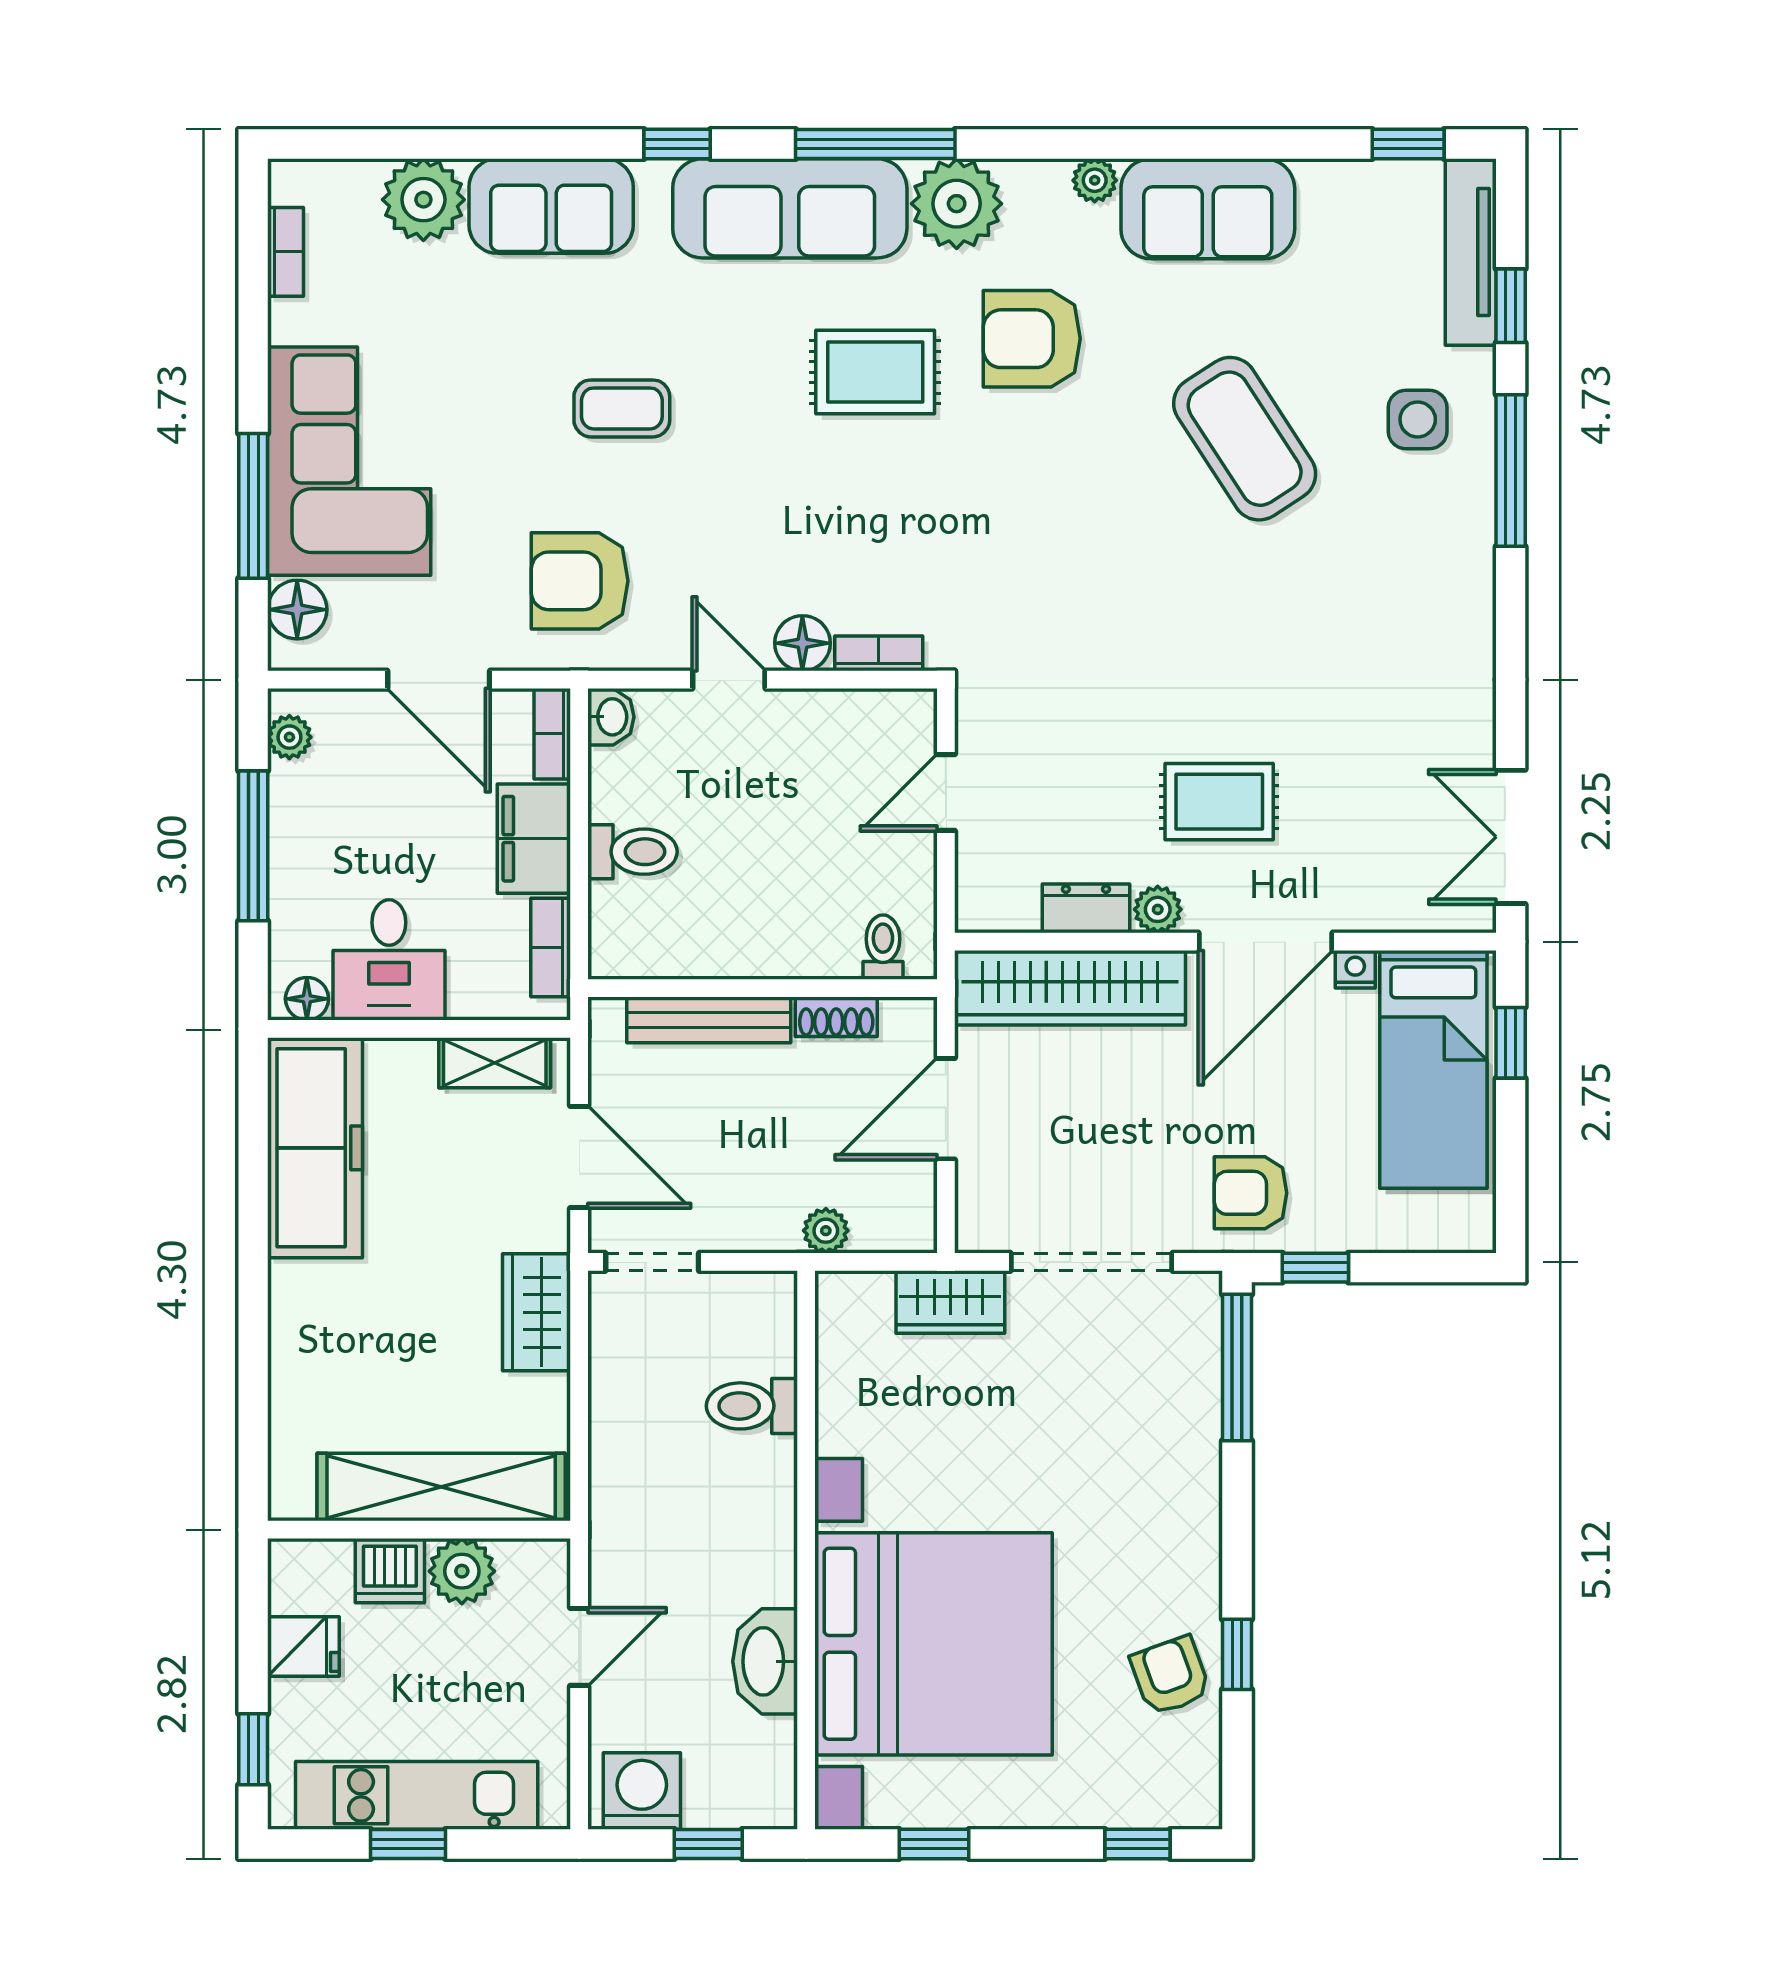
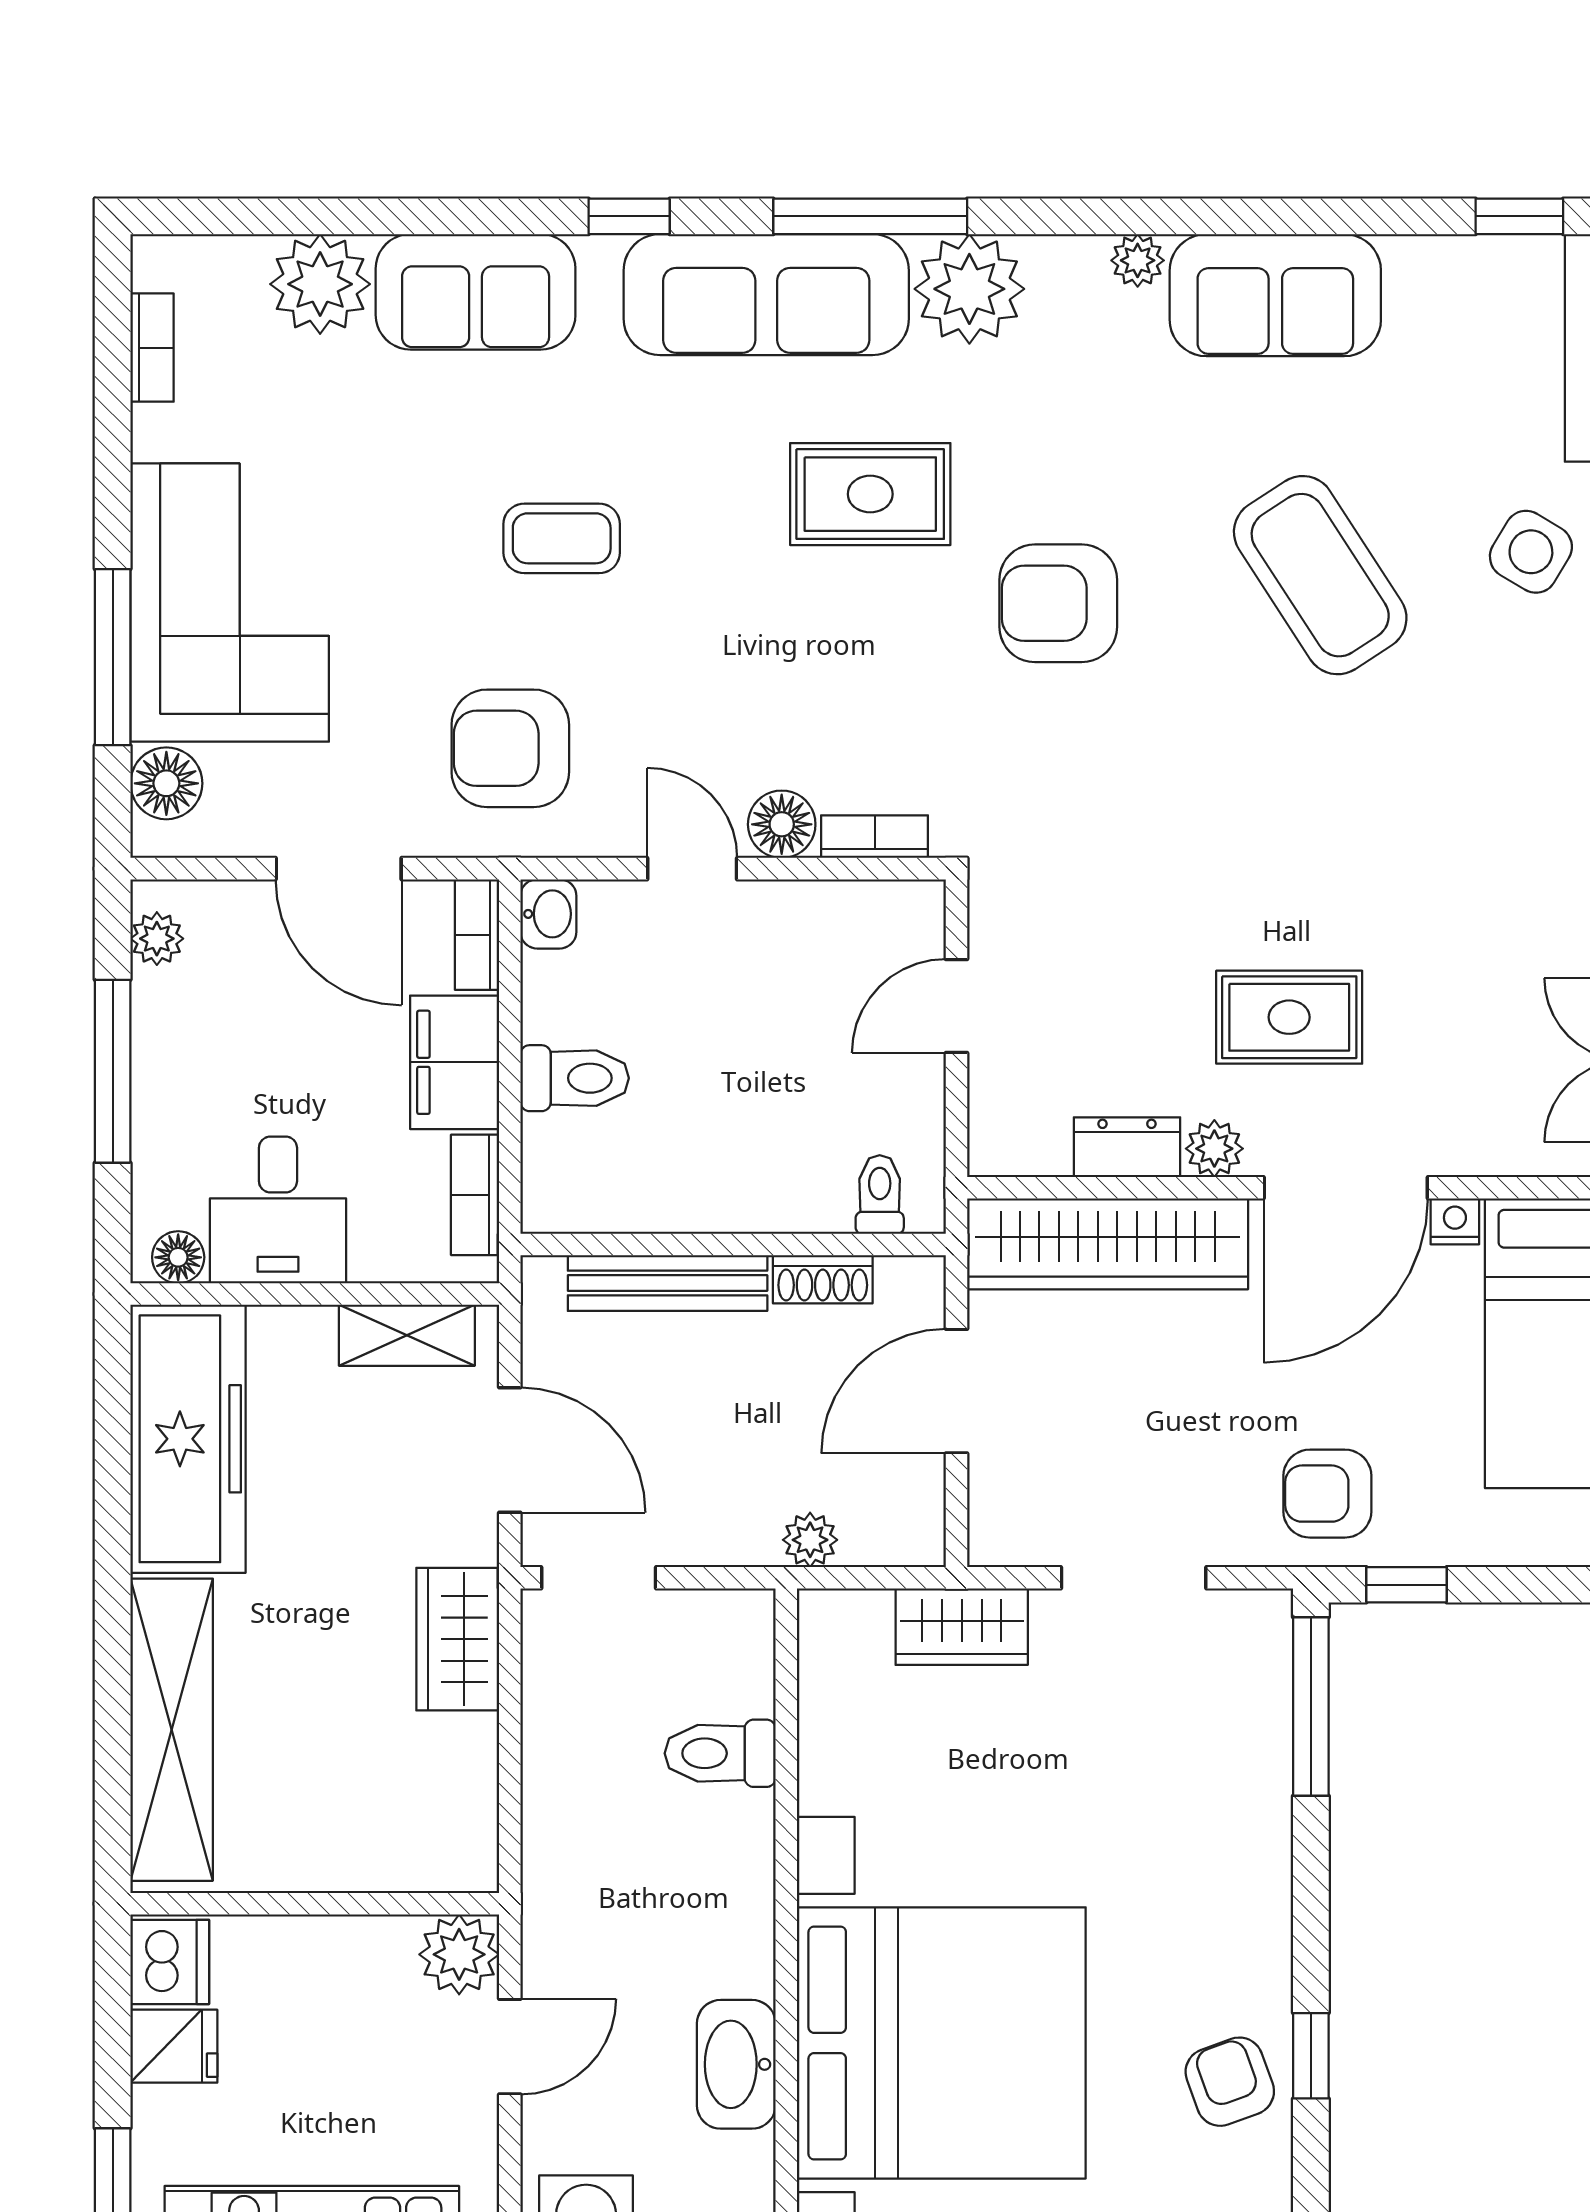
armchair: (1032, 339) -> (1058, 603), moved
side table: (1418, 419) -> (1531, 552), turned 31
doorway: (1091, 1262) -> (1134, 1578), width x0.73
shelving: (441, 1487) -> (172, 1730), moved, turned 90
dishwasher: (390, 1571) -> (170, 1962), moved, turned -90
plant: (462, 1571) -> (459, 1954), moved

